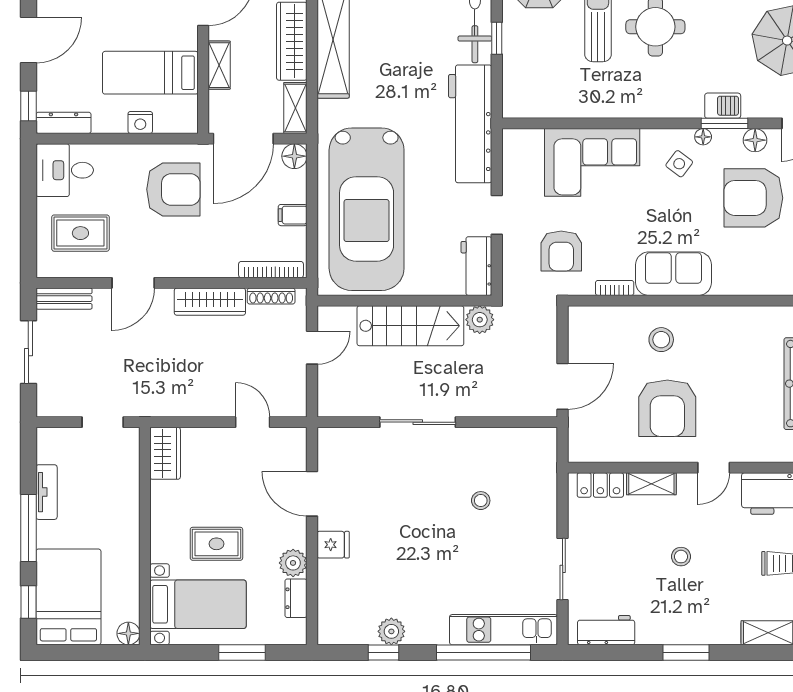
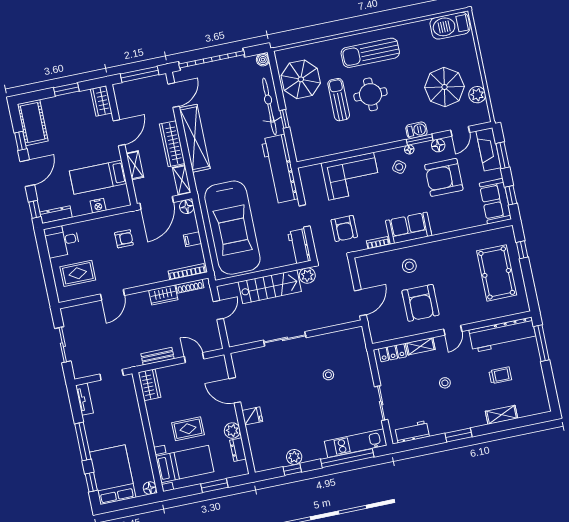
armchair: (173, 189) -> (124, 239), width x0.53, depth x0.53
bench: (64, 299) -> (158, 356), moved
wardrobe: (210, 302) -> (163, 295), width x0.67
tv unit: (47, 492) -> (84, 399), moved

